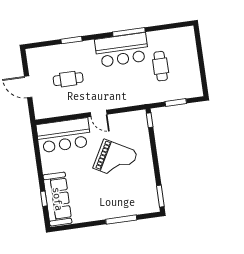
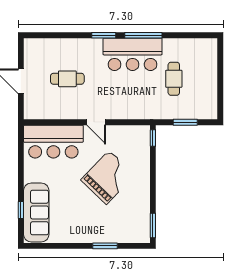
window: (71, 40) -> (104, 35), moved
grand piano: (115, 160) -> (108, 177), turned -75
window: (121, 220) -> (105, 246), width x0.69

